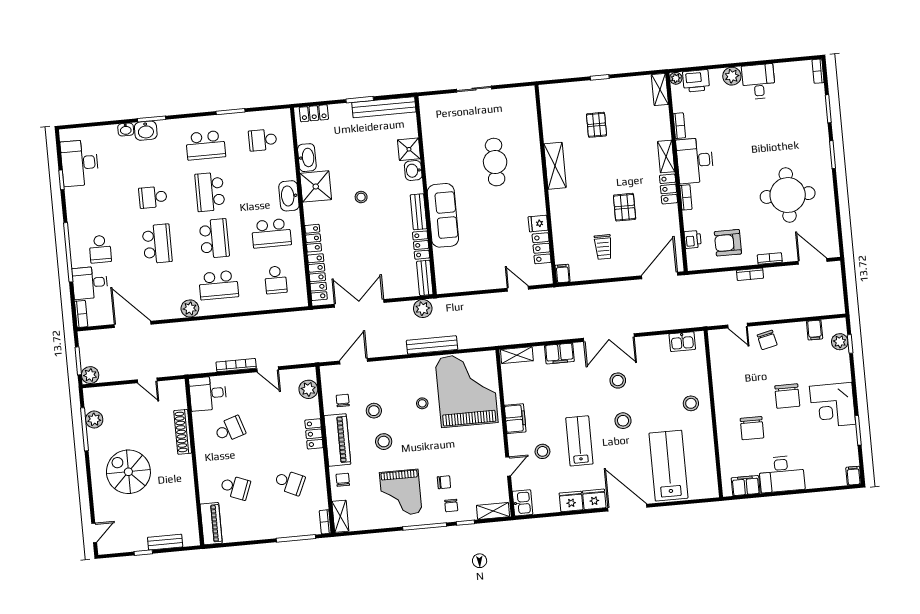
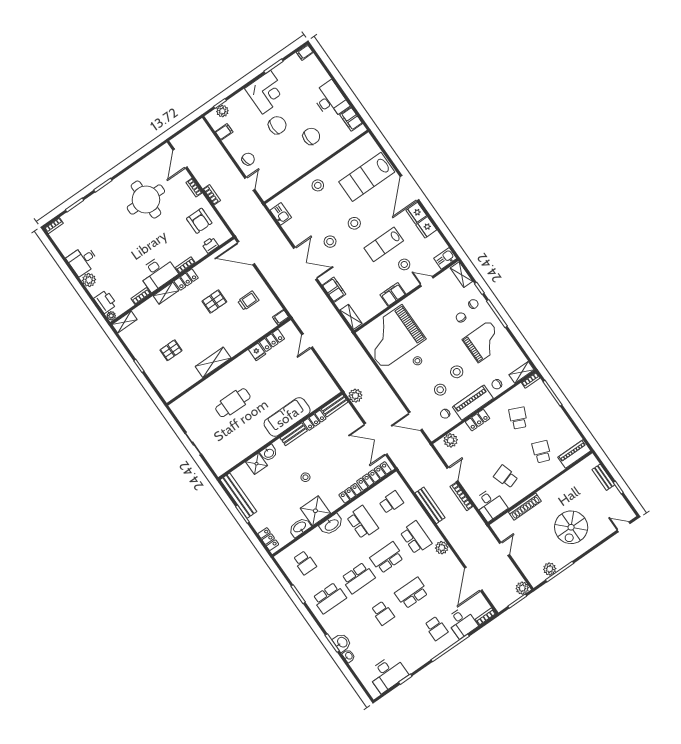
school desk: (206, 145) -> (329, 598), turned 90
school desk: (100, 249) -> (436, 628), turned 90
bench: (432, 345) -> (430, 505), moved

